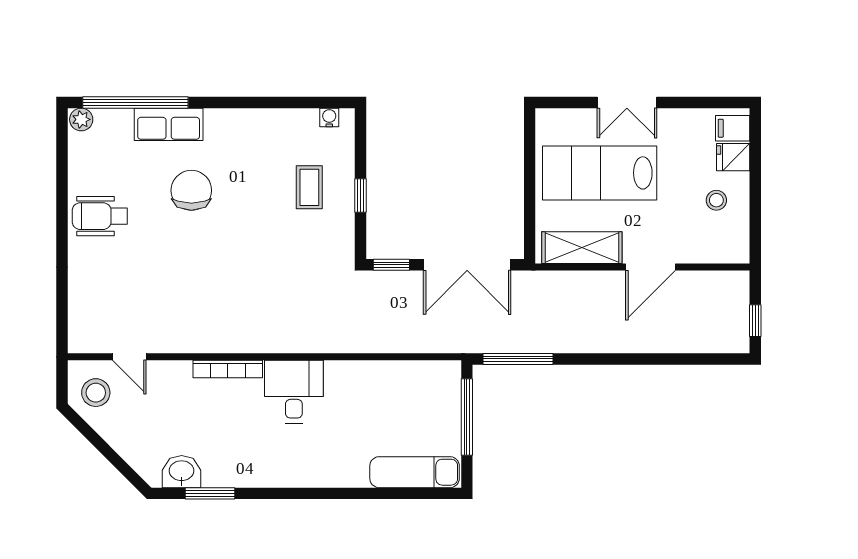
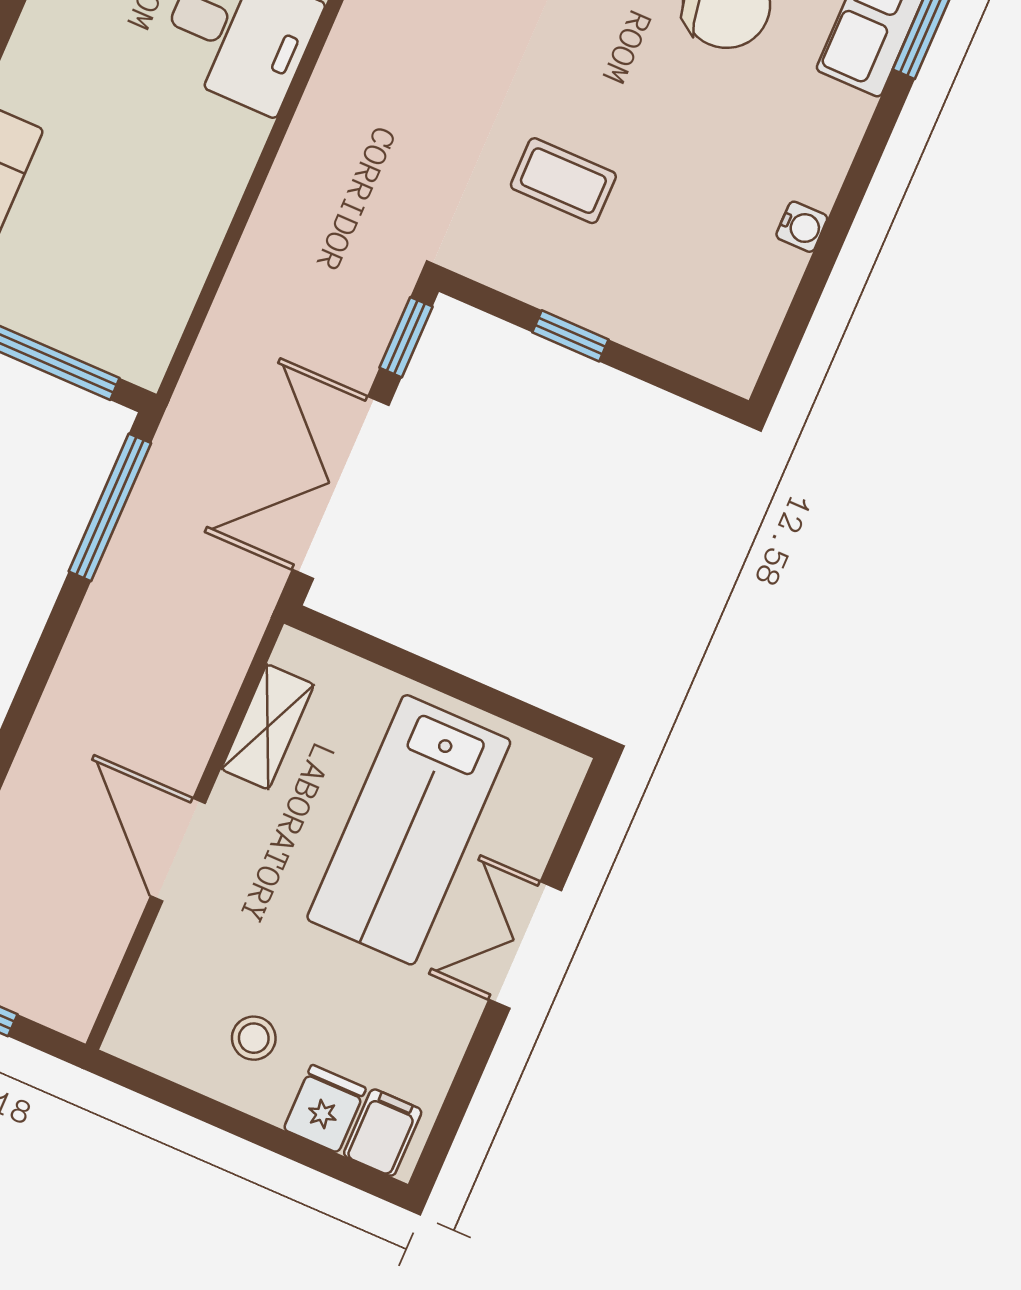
water cooler: (329, 117) -> (802, 227), moved
lab bench: (600, 173) -> (409, 830), turned 180
coffee table: (309, 187) -> (563, 181), moved
shelving: (582, 248) -> (268, 727), width x0.67, depth x0.75

